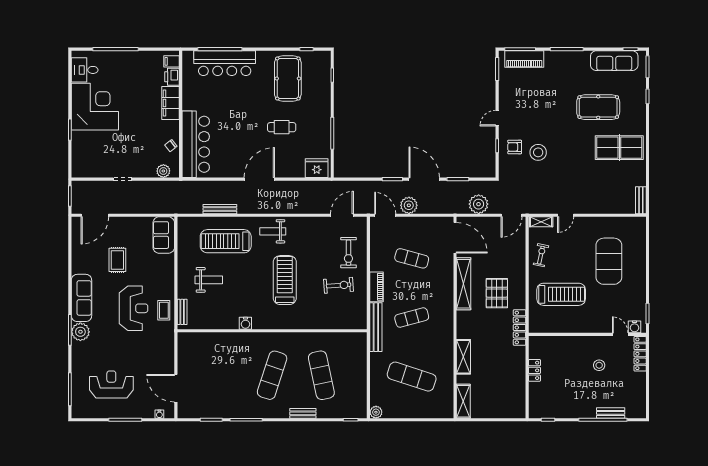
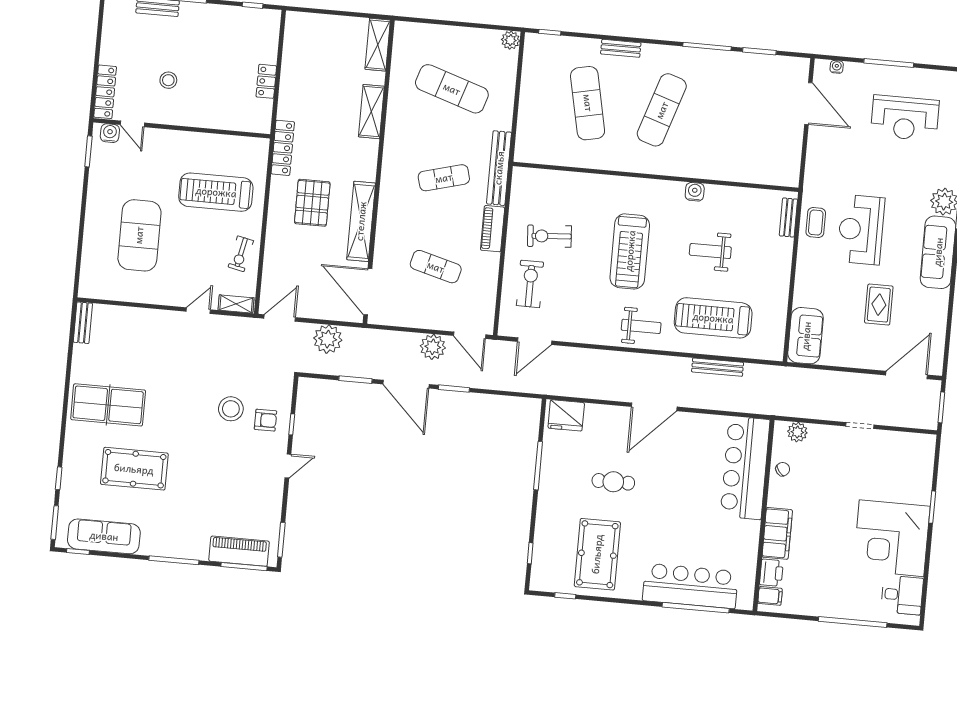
treadmill: (226, 241) -> (713, 318), turned 180
weight bench: (209, 280) -> (710, 251), moved

